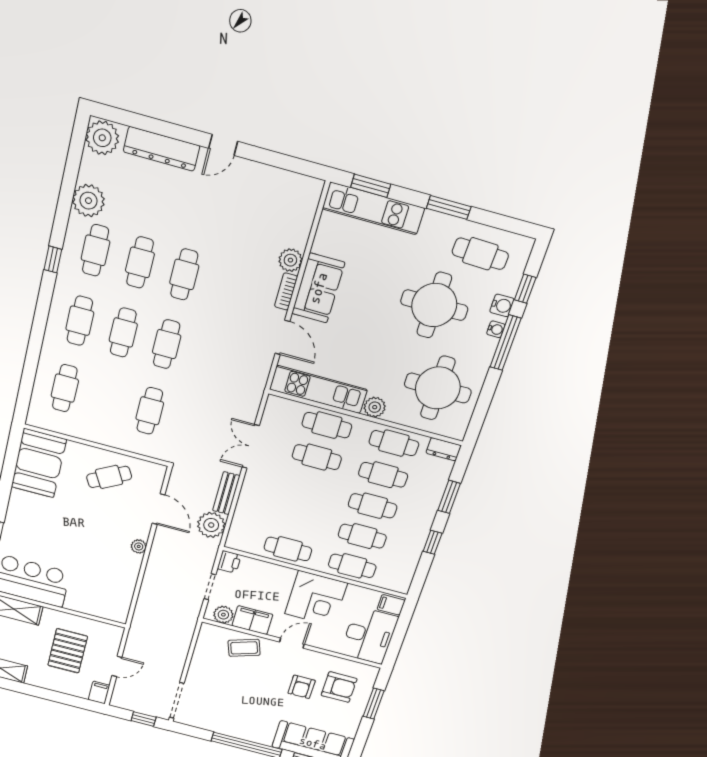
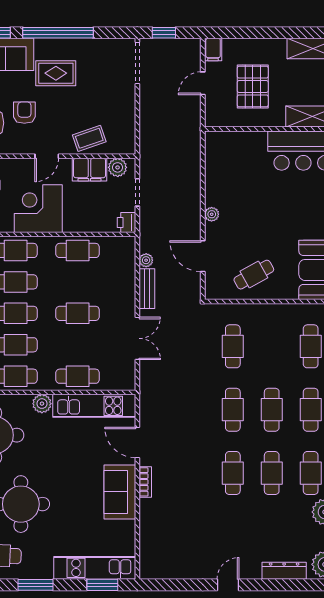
dresser: (162, 149) -> (284, 571), width x0.73, depth x0.80
plant: (290, 260) -> (149, 509), removed
cafe table: (317, 457) -> (78, 313), moved
plant: (211, 525) -> (146, 260), width x0.53, depth x0.53
rug: (260, 712) -> (56, 73), added

